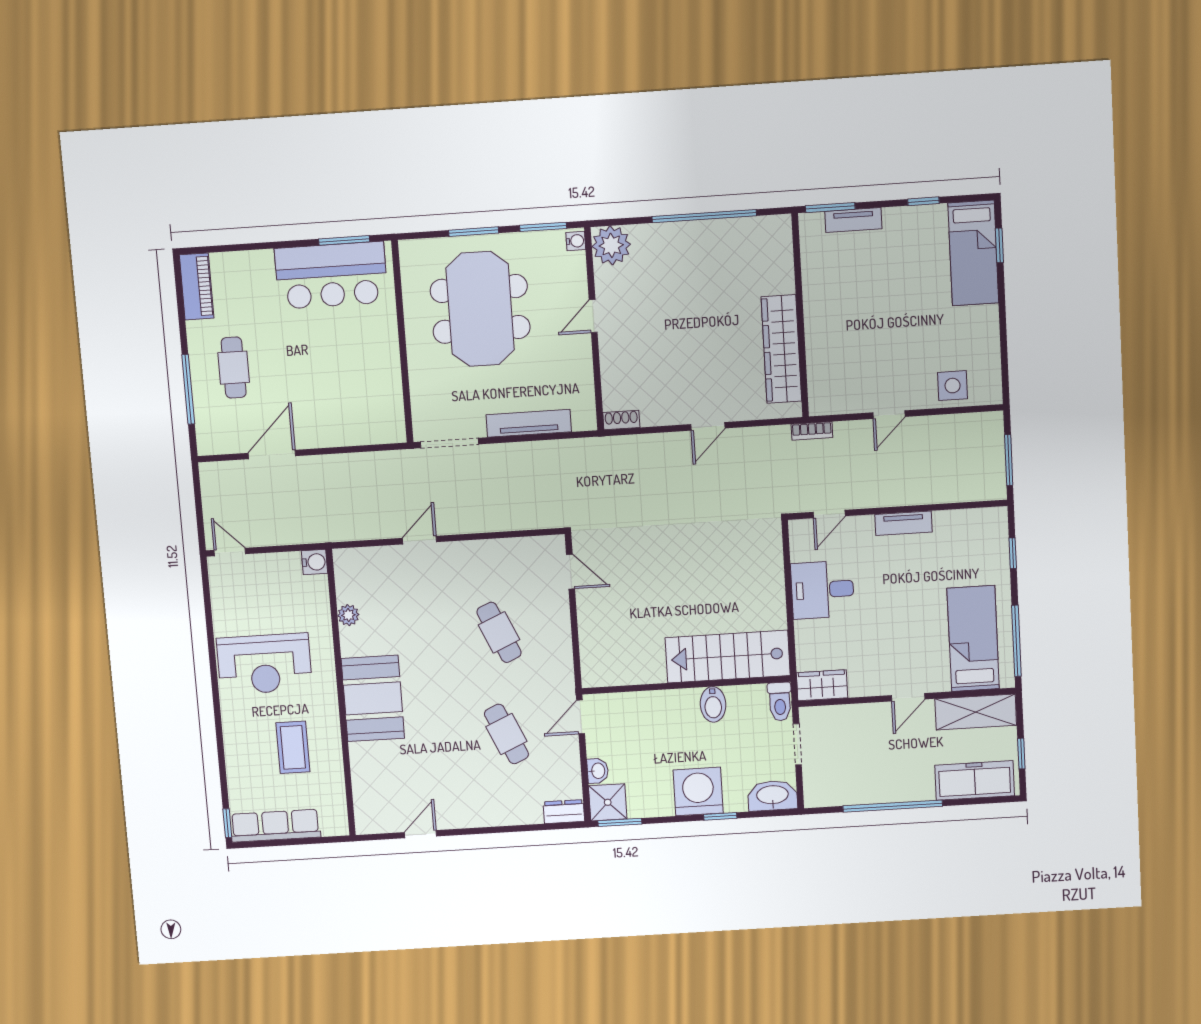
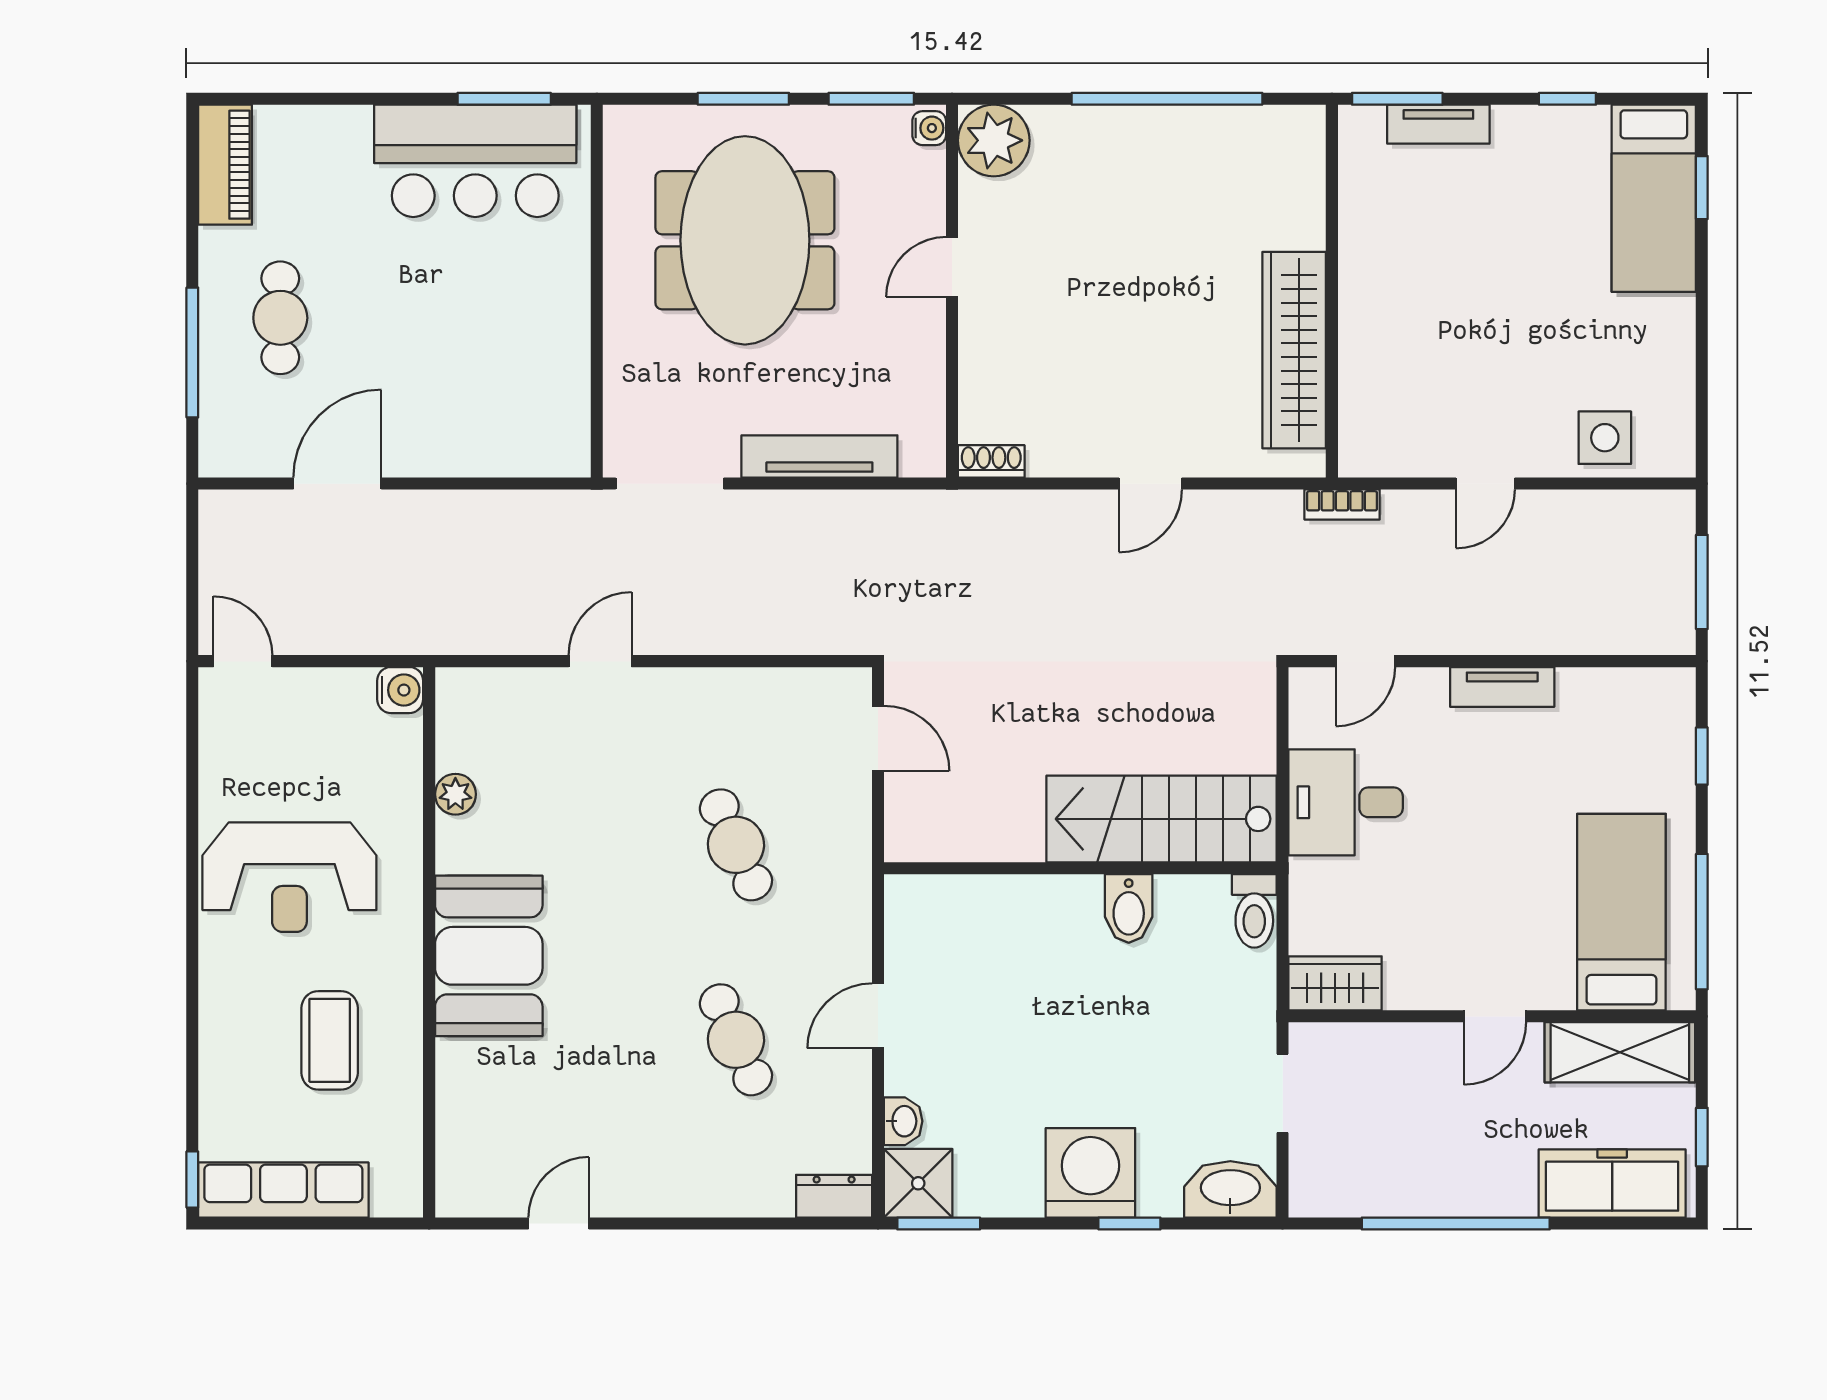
stairs: (728, 657) -> (1162, 819), moved
wall: (686, 685) -> (1080, 868), moved
toilet: (780, 702) -> (1254, 911), moved
bidet: (713, 704) -> (1129, 909), moved

